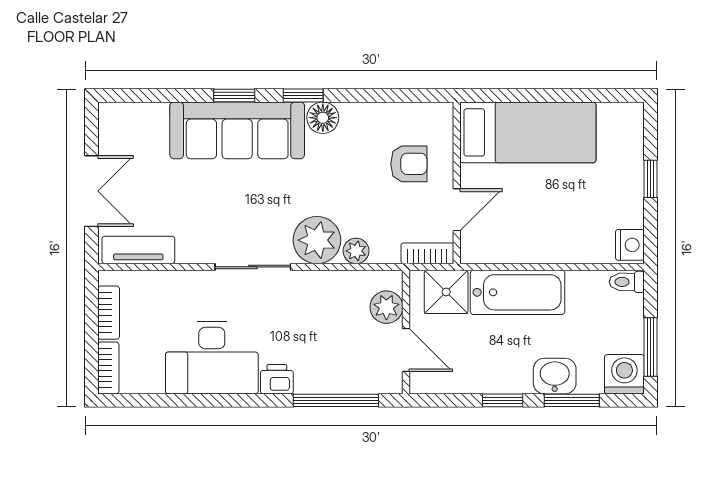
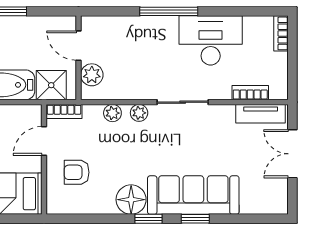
floor lamp: (323, 118) -> (131, 200), width x1.38, depth x1.38
plant: (317, 240) -> (139, 113), width x0.53, depth x0.53
bookcase: (109, 313) -> (250, 93), moved, turned 90
printer: (277, 379) -> (166, 26), removed
window: (336, 400) -> (169, 11), moved

